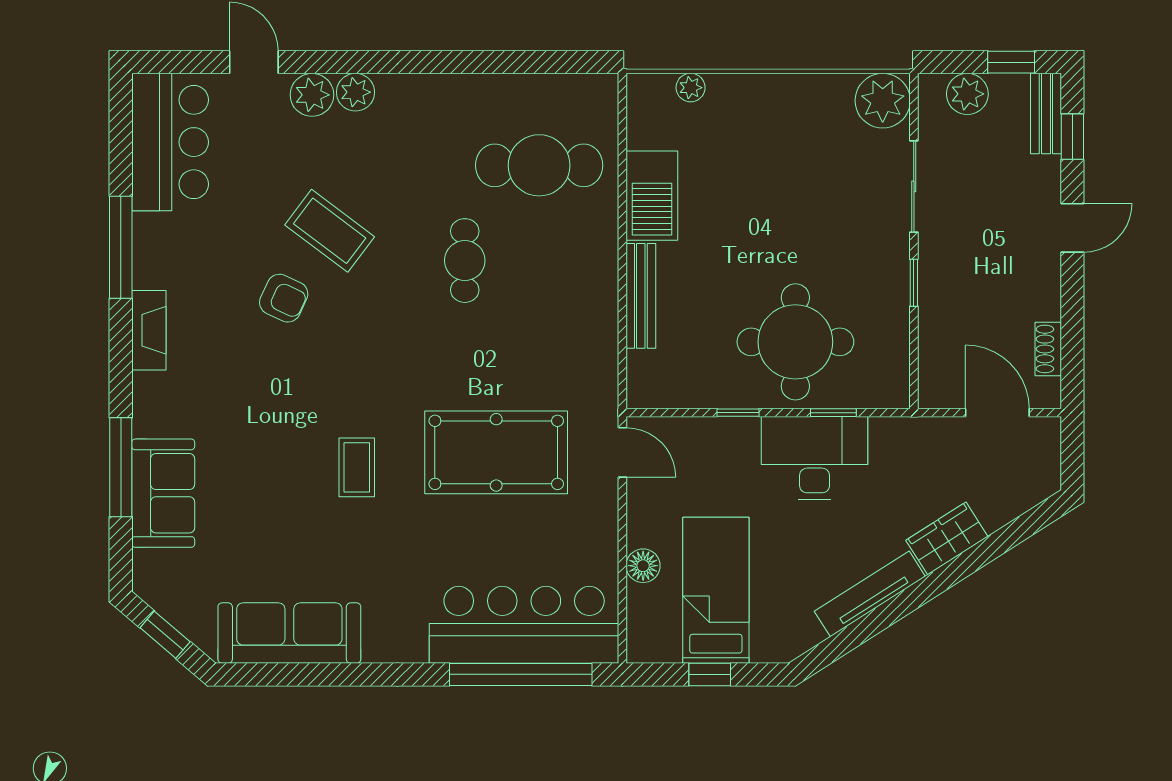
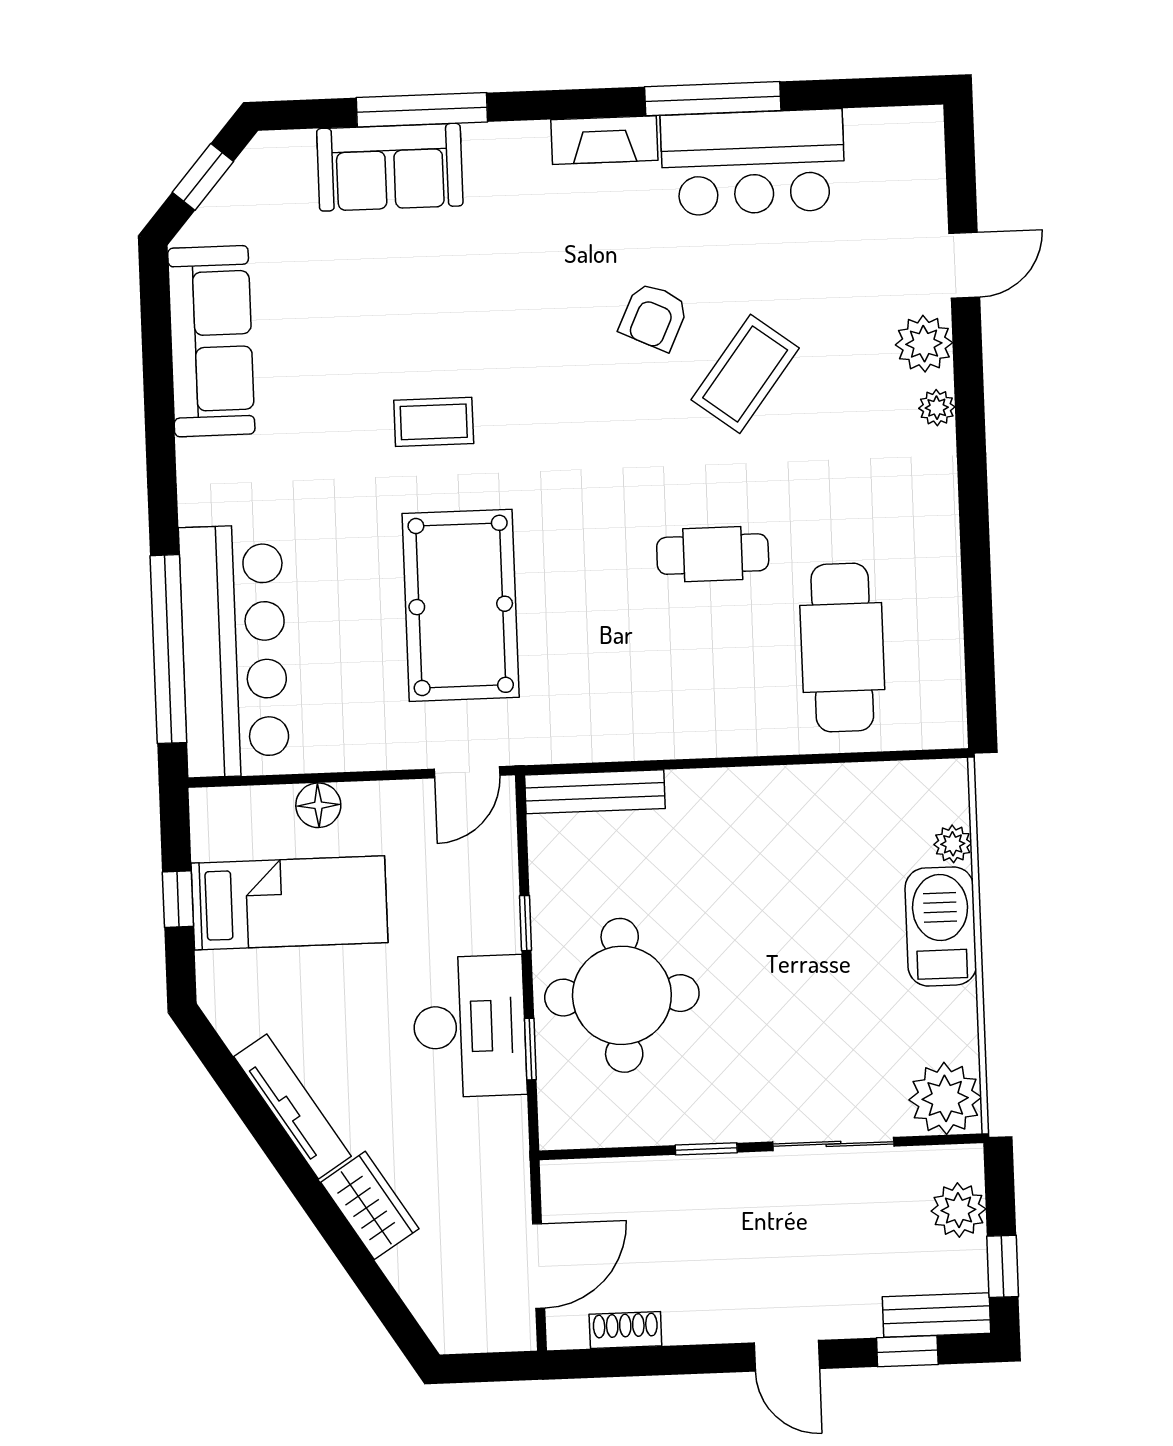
plant: (355, 92) -> (937, 408), width x0.73, depth x0.73
bar counter: (170, 142) -> (753, 162), moved
barbecue: (652, 196) -> (941, 926), moved, turned 90
bench: (641, 296) -> (595, 792), moved

